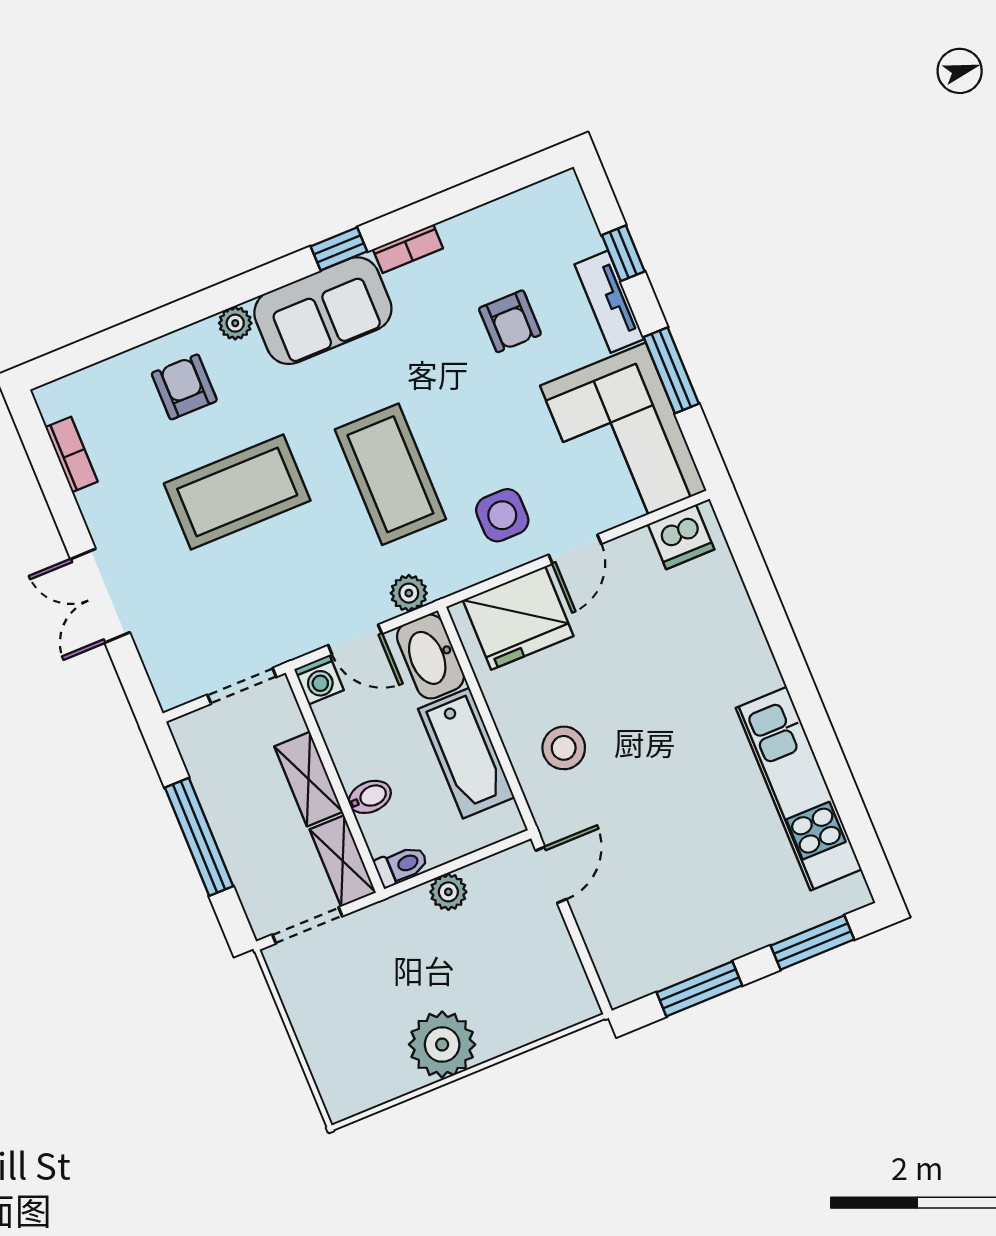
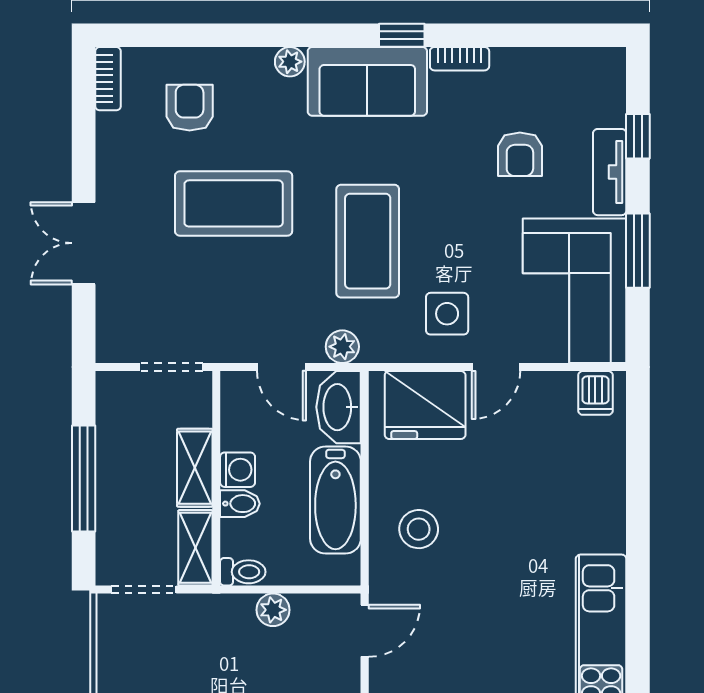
armchair: (184, 387) -> (190, 108), moved
bookcase: (71, 454) -> (108, 79), moved
dishwasher: (681, 537) -> (595, 393), width x0.73
washing machine: (319, 680) -> (238, 470), moved, turned -90

